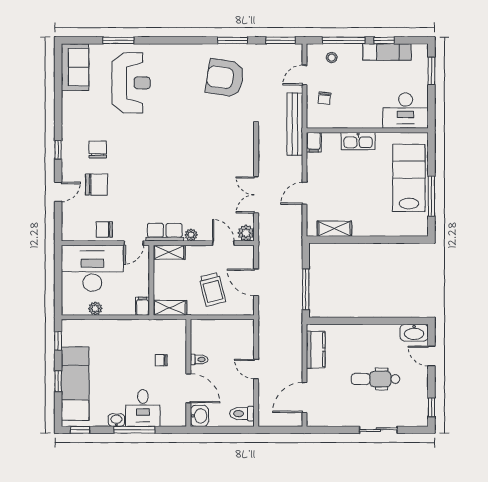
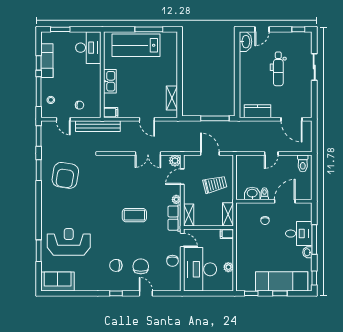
coffee table: (169, 176) -> (134, 215), added
door: (256, 282) -> (210, 153), swing flipped
washbasin: (199, 416) -> (252, 194), moved

